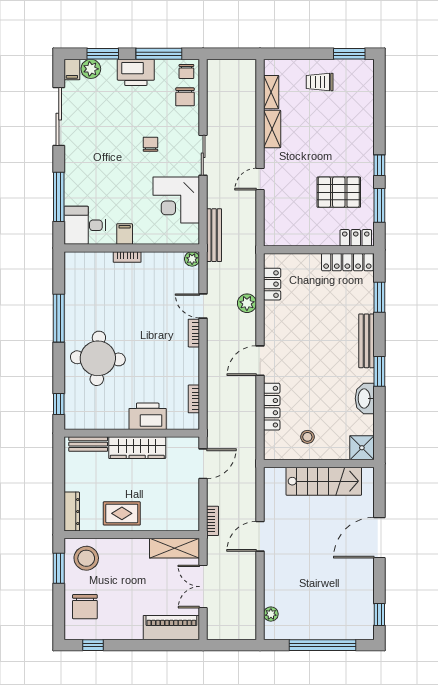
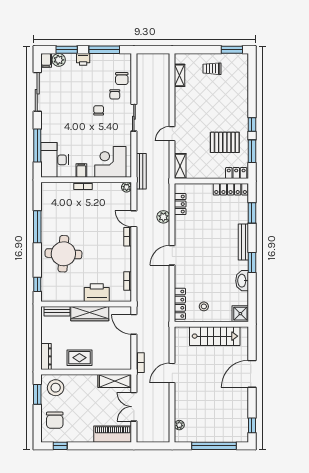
chair: (186, 71) -> (115, 94), moved
printer: (136, 72) -> (83, 59), width x0.53, depth x0.68
shelving: (272, 129) -> (180, 166), moved
corner desk: (176, 200) -> (110, 162), moved, turned 90
desk: (85, 225) -> (55, 160), width x1.37
locker: (272, 407) -> (180, 304), moved
door: (203, 464) -> (134, 324), swing flipped

